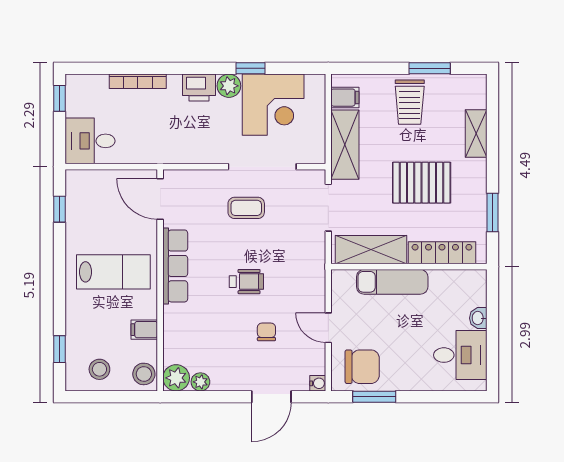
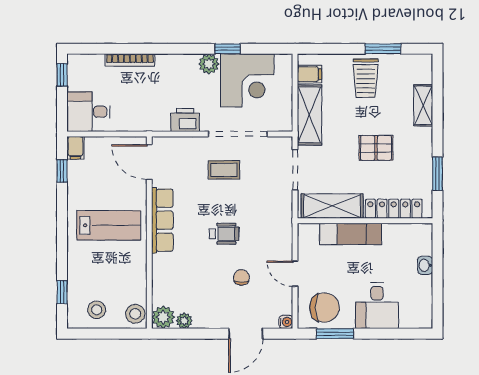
printer: (199, 87) -> (185, 120), moved, turned 180
pallet: (422, 183) -> (376, 148), width x0.67, depth x0.71
filing cabinet: (144, 330) -> (75, 148), moved, turned -90
desk: (460, 355) -> (377, 306), moved, turned 90

